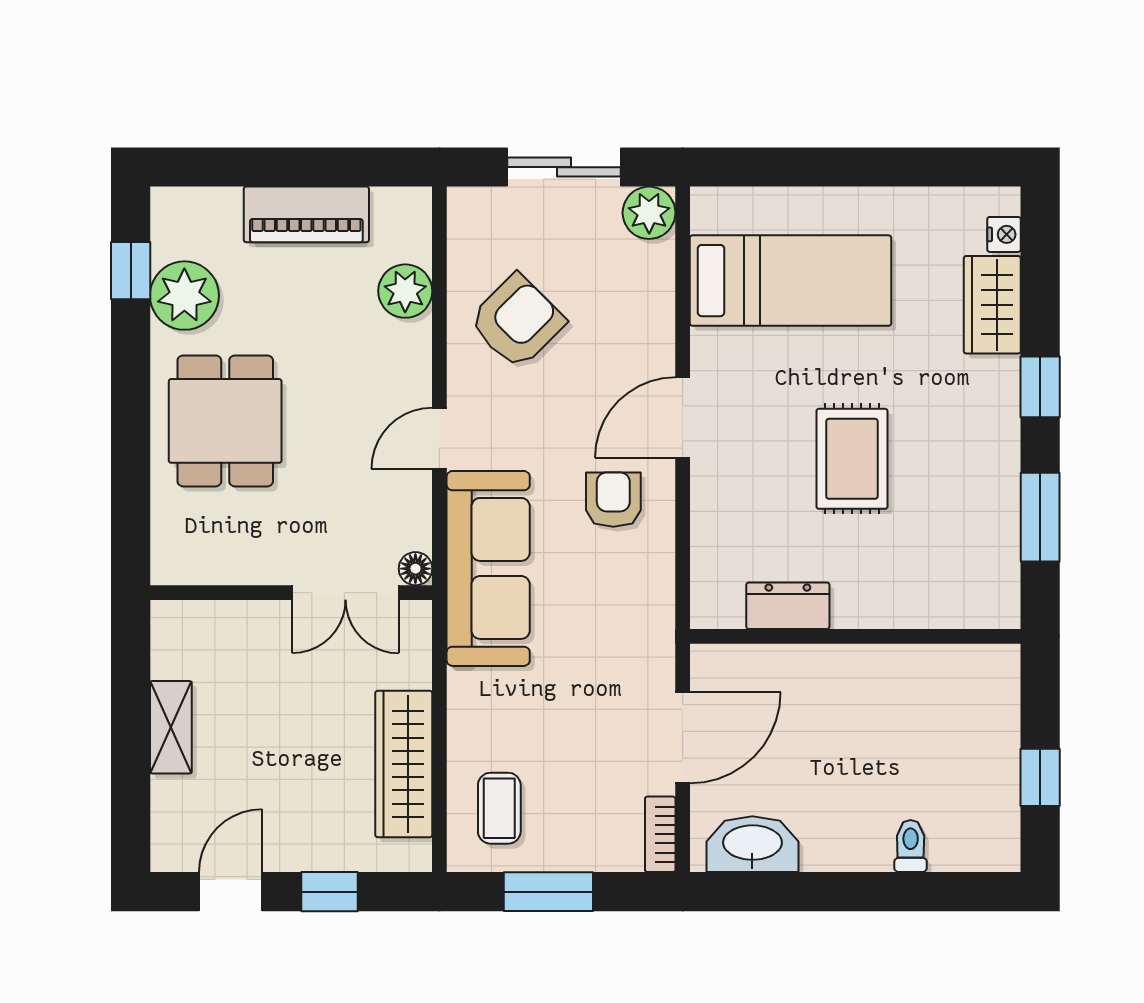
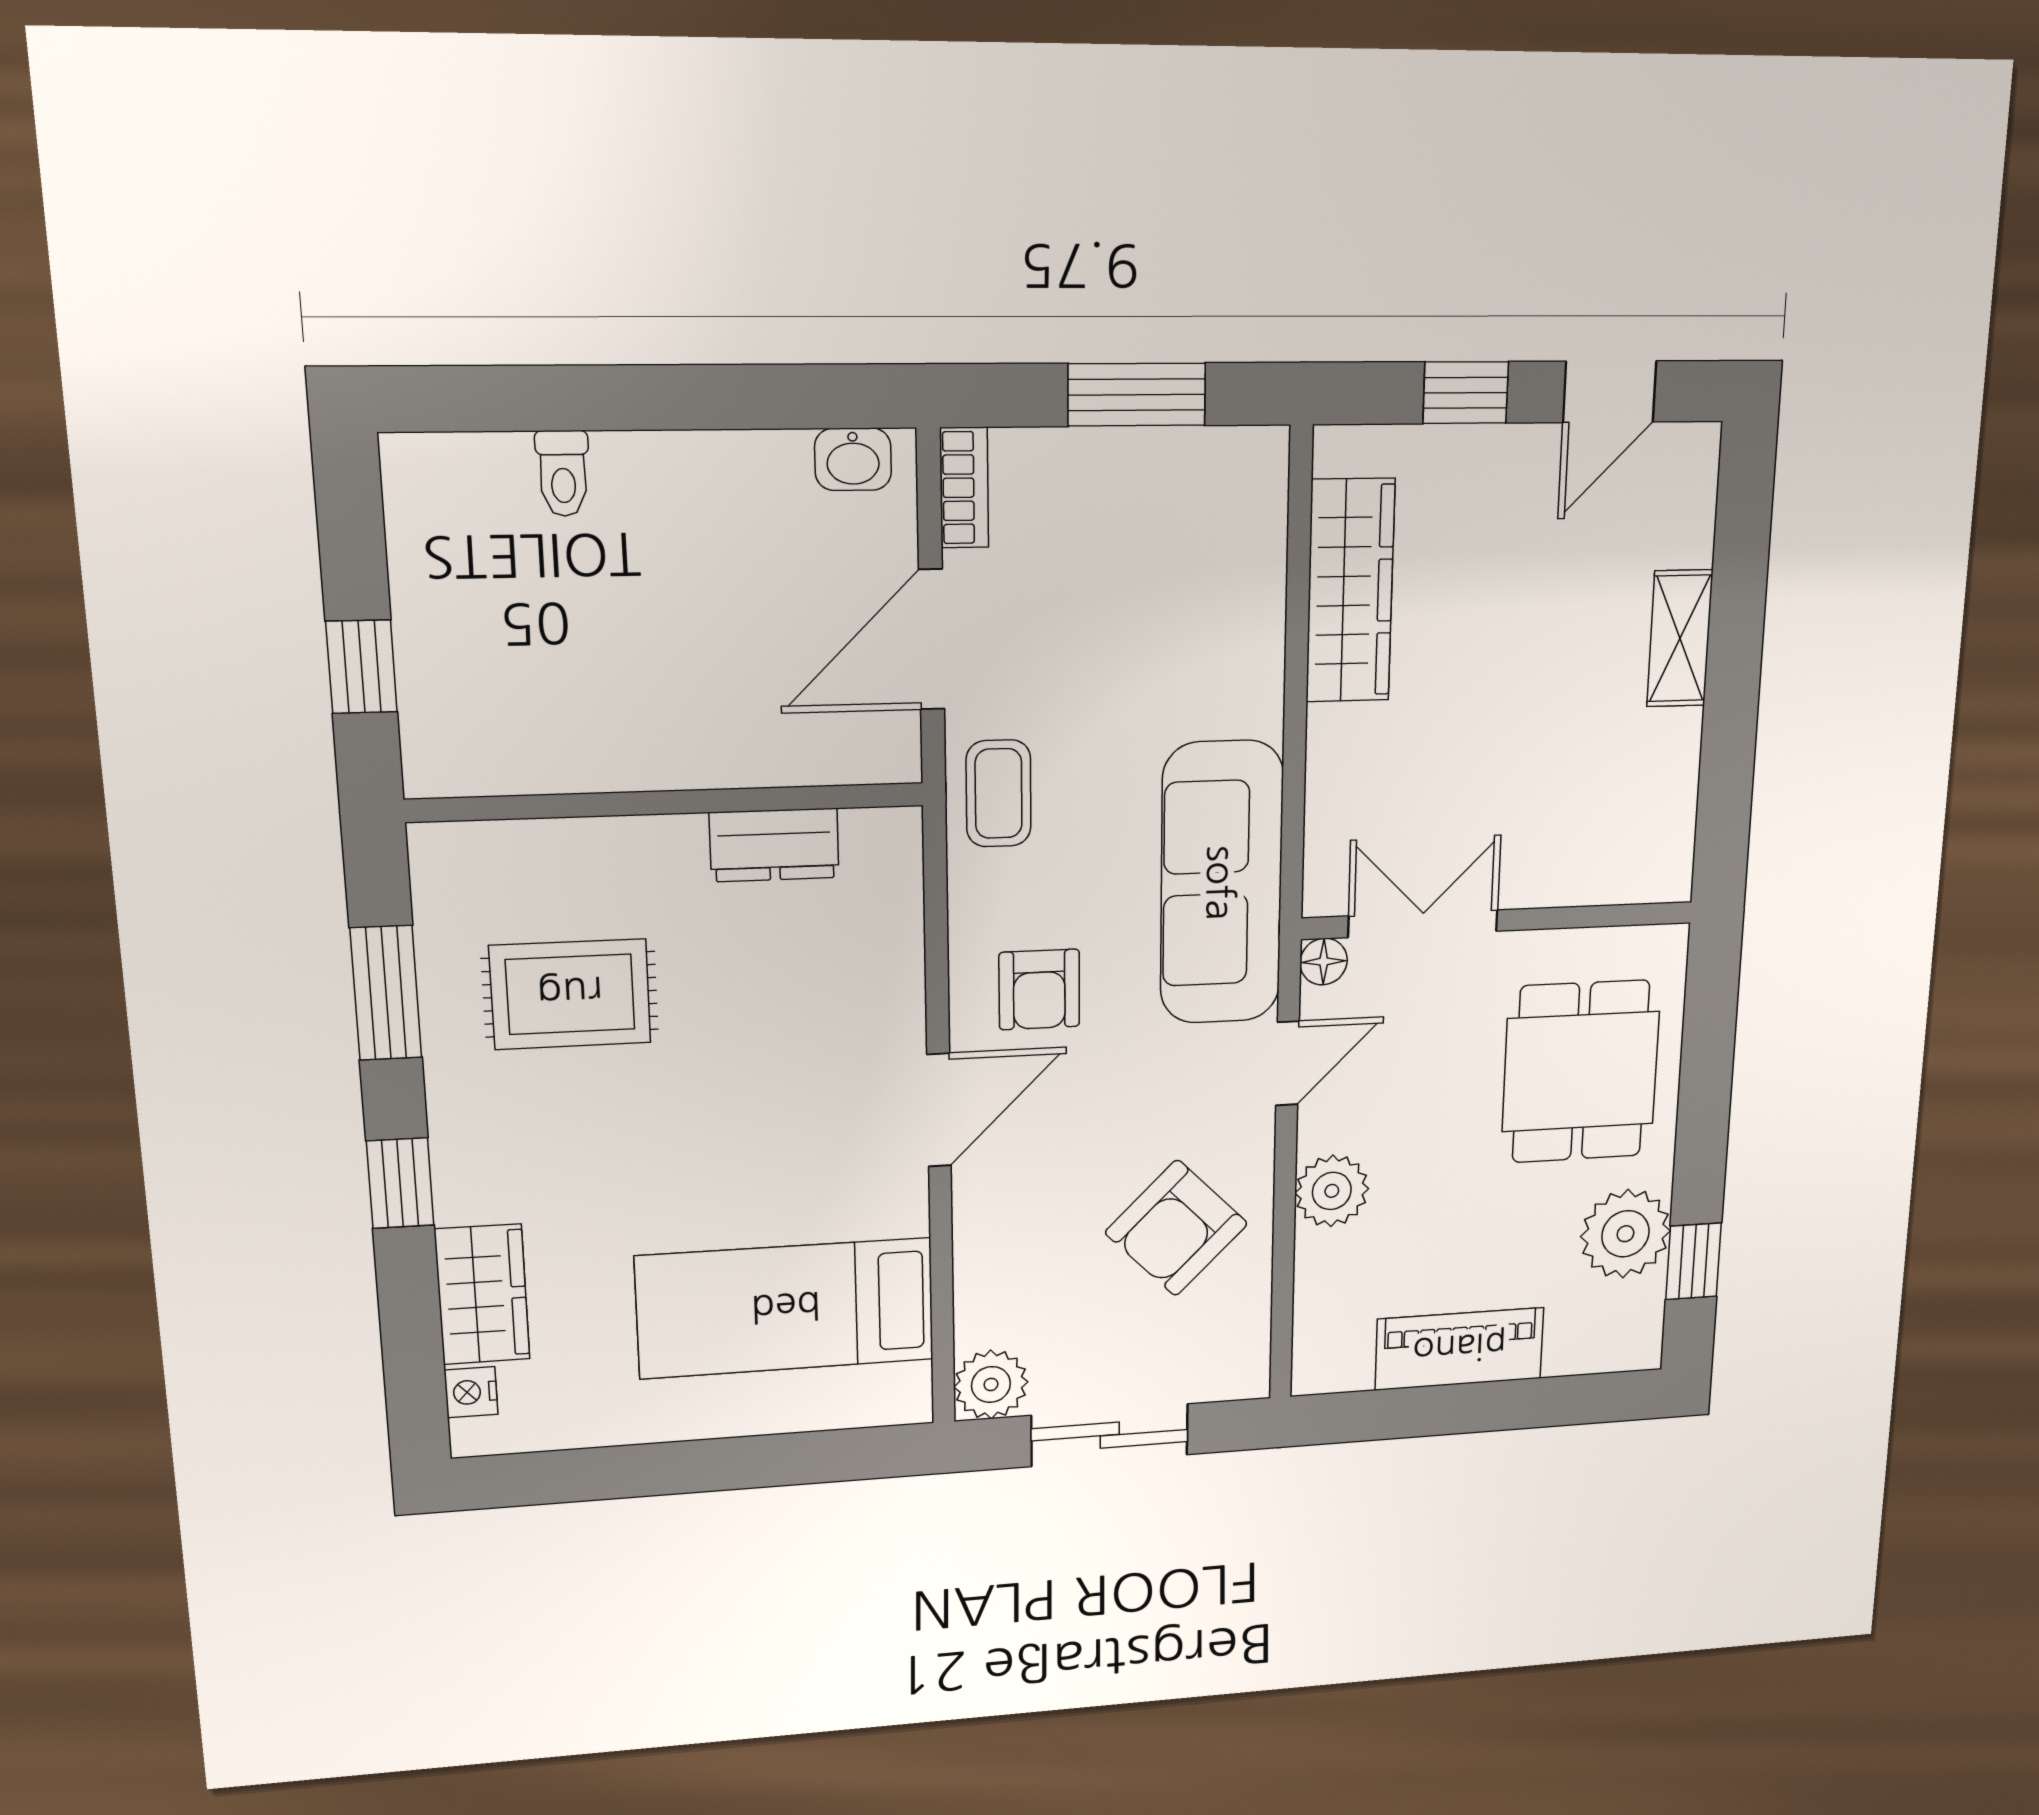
plant: (405, 291) -> (1332, 1191), moved
rug: (852, 459) -> (570, 994), moved, turned 90
floor lamp: (415, 569) -> (1324, 962), moved
wall: (291, 593) -> (1499, 920), moved
double door: (345, 593) -> (1423, 924), moved
window: (1040, 777) -> (361, 667), moved
coffee table: (499, 808) -> (999, 793), moved
washbasin: (752, 844) -> (853, 459), width x0.52, depth x0.69

